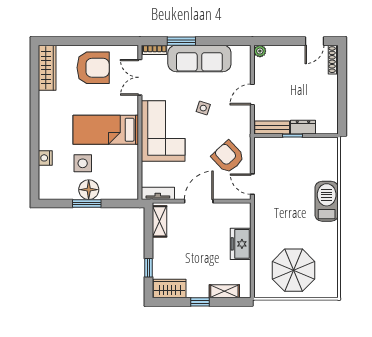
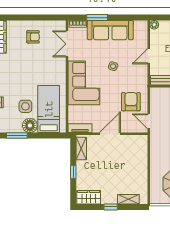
armchair: (93, 68) -> (33, 37), width x0.53, depth x0.53
bed: (106, 130) -> (49, 109), moved, turned 90
armchair: (228, 157) -> (131, 102), turned 43
window: (87, 204) -> (17, 136), moved
freezer: (241, 244) -> (140, 165), removed
window: (148, 268) -> (73, 172), moved

